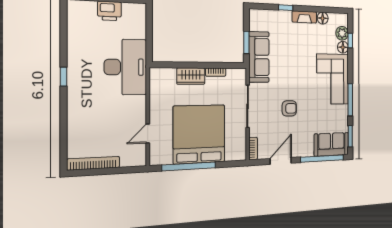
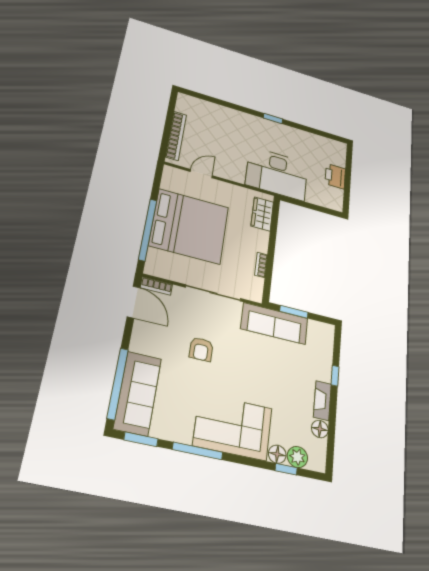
wardrobe: (191, 76) -> (262, 214), moved
door: (148, 133) -> (201, 174), hinge flipped
sofa: (331, 144) -> (138, 393), width x1.36
door: (281, 161) -> (134, 302), moved
bookcase: (93, 163) -> (176, 136), moved
window: (189, 166) -> (148, 230), moved

